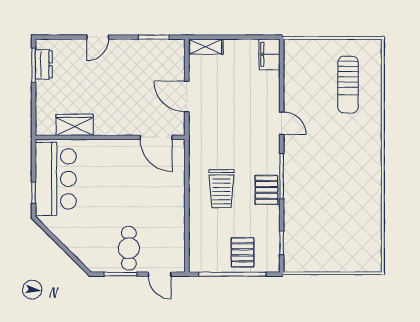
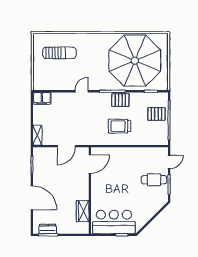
door: (98, 37) -> (32, 198), width x1.87
trolley: (221, 189) -> (120, 126), turned 180
parasol: (335, 215) -> (135, 61), added

